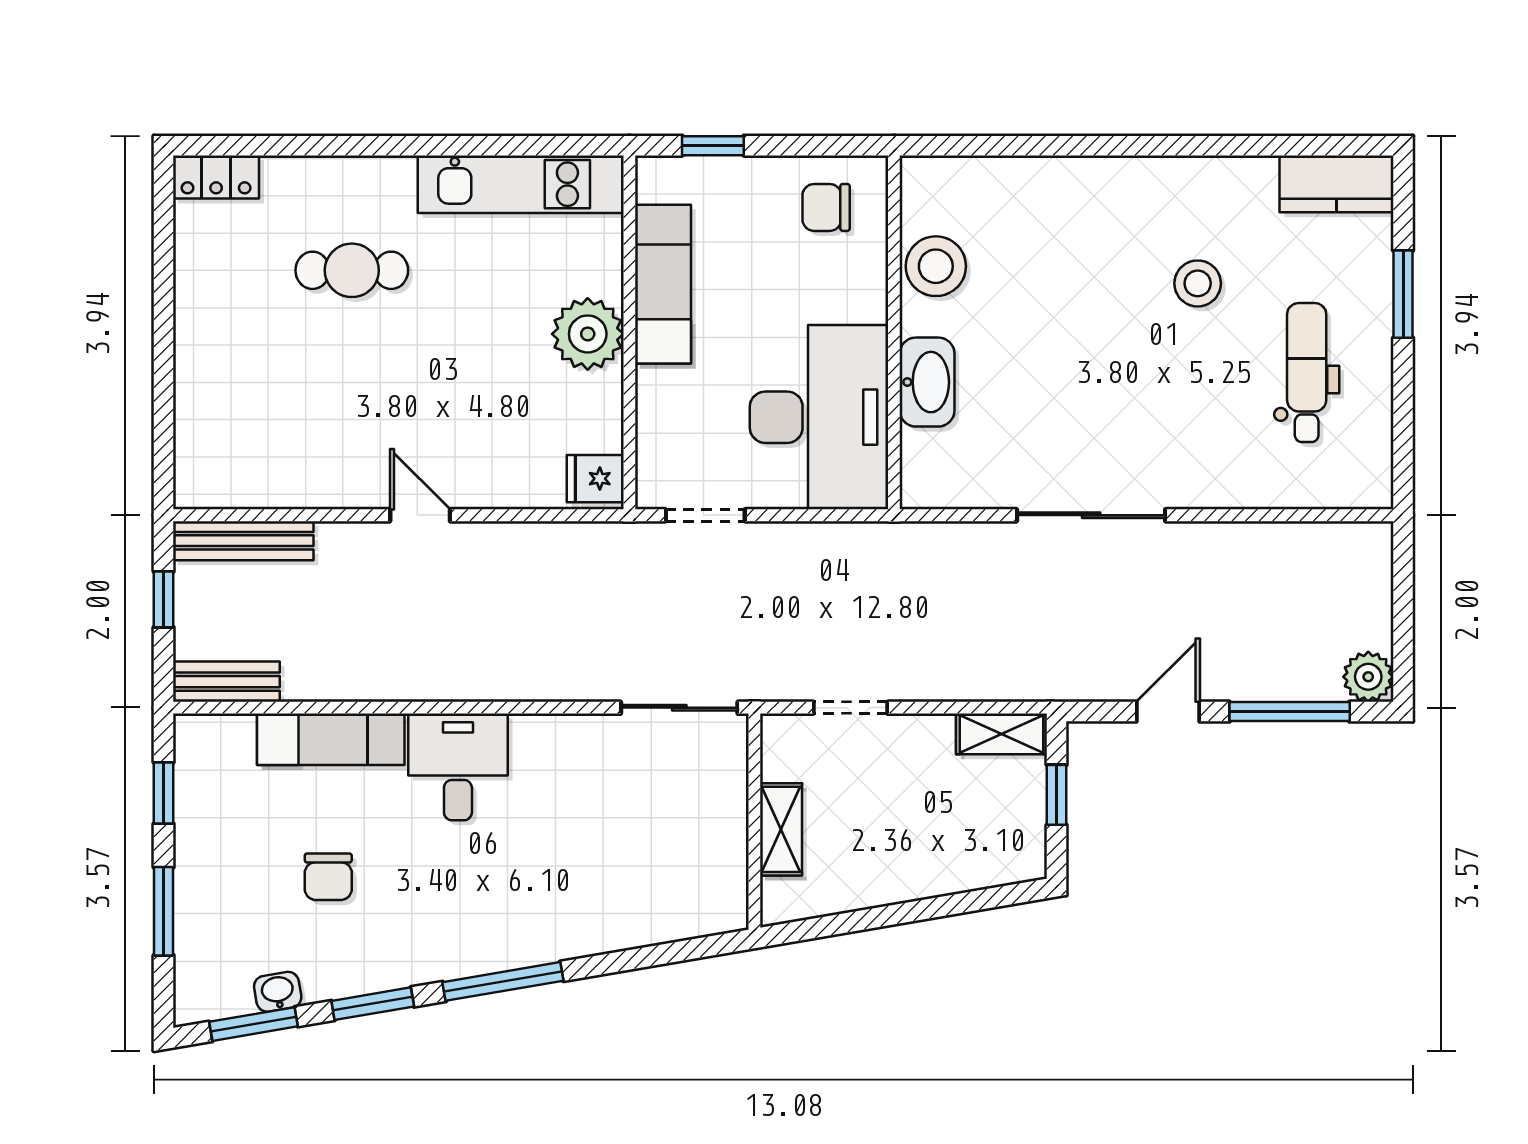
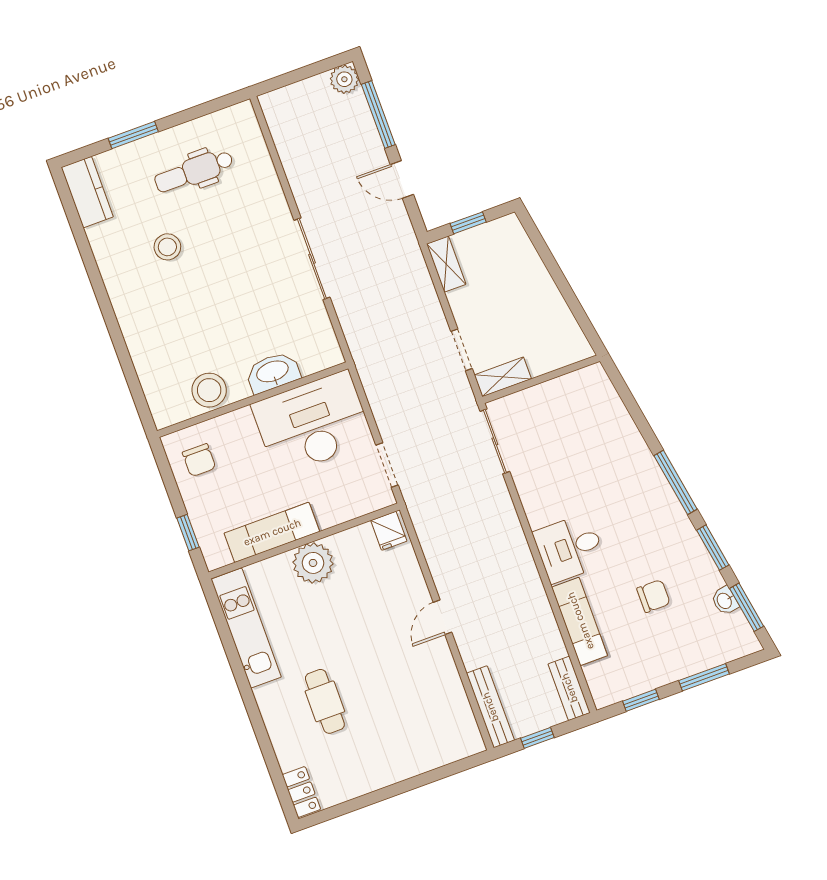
shelving: (781, 829) -> (503, 377), moved

